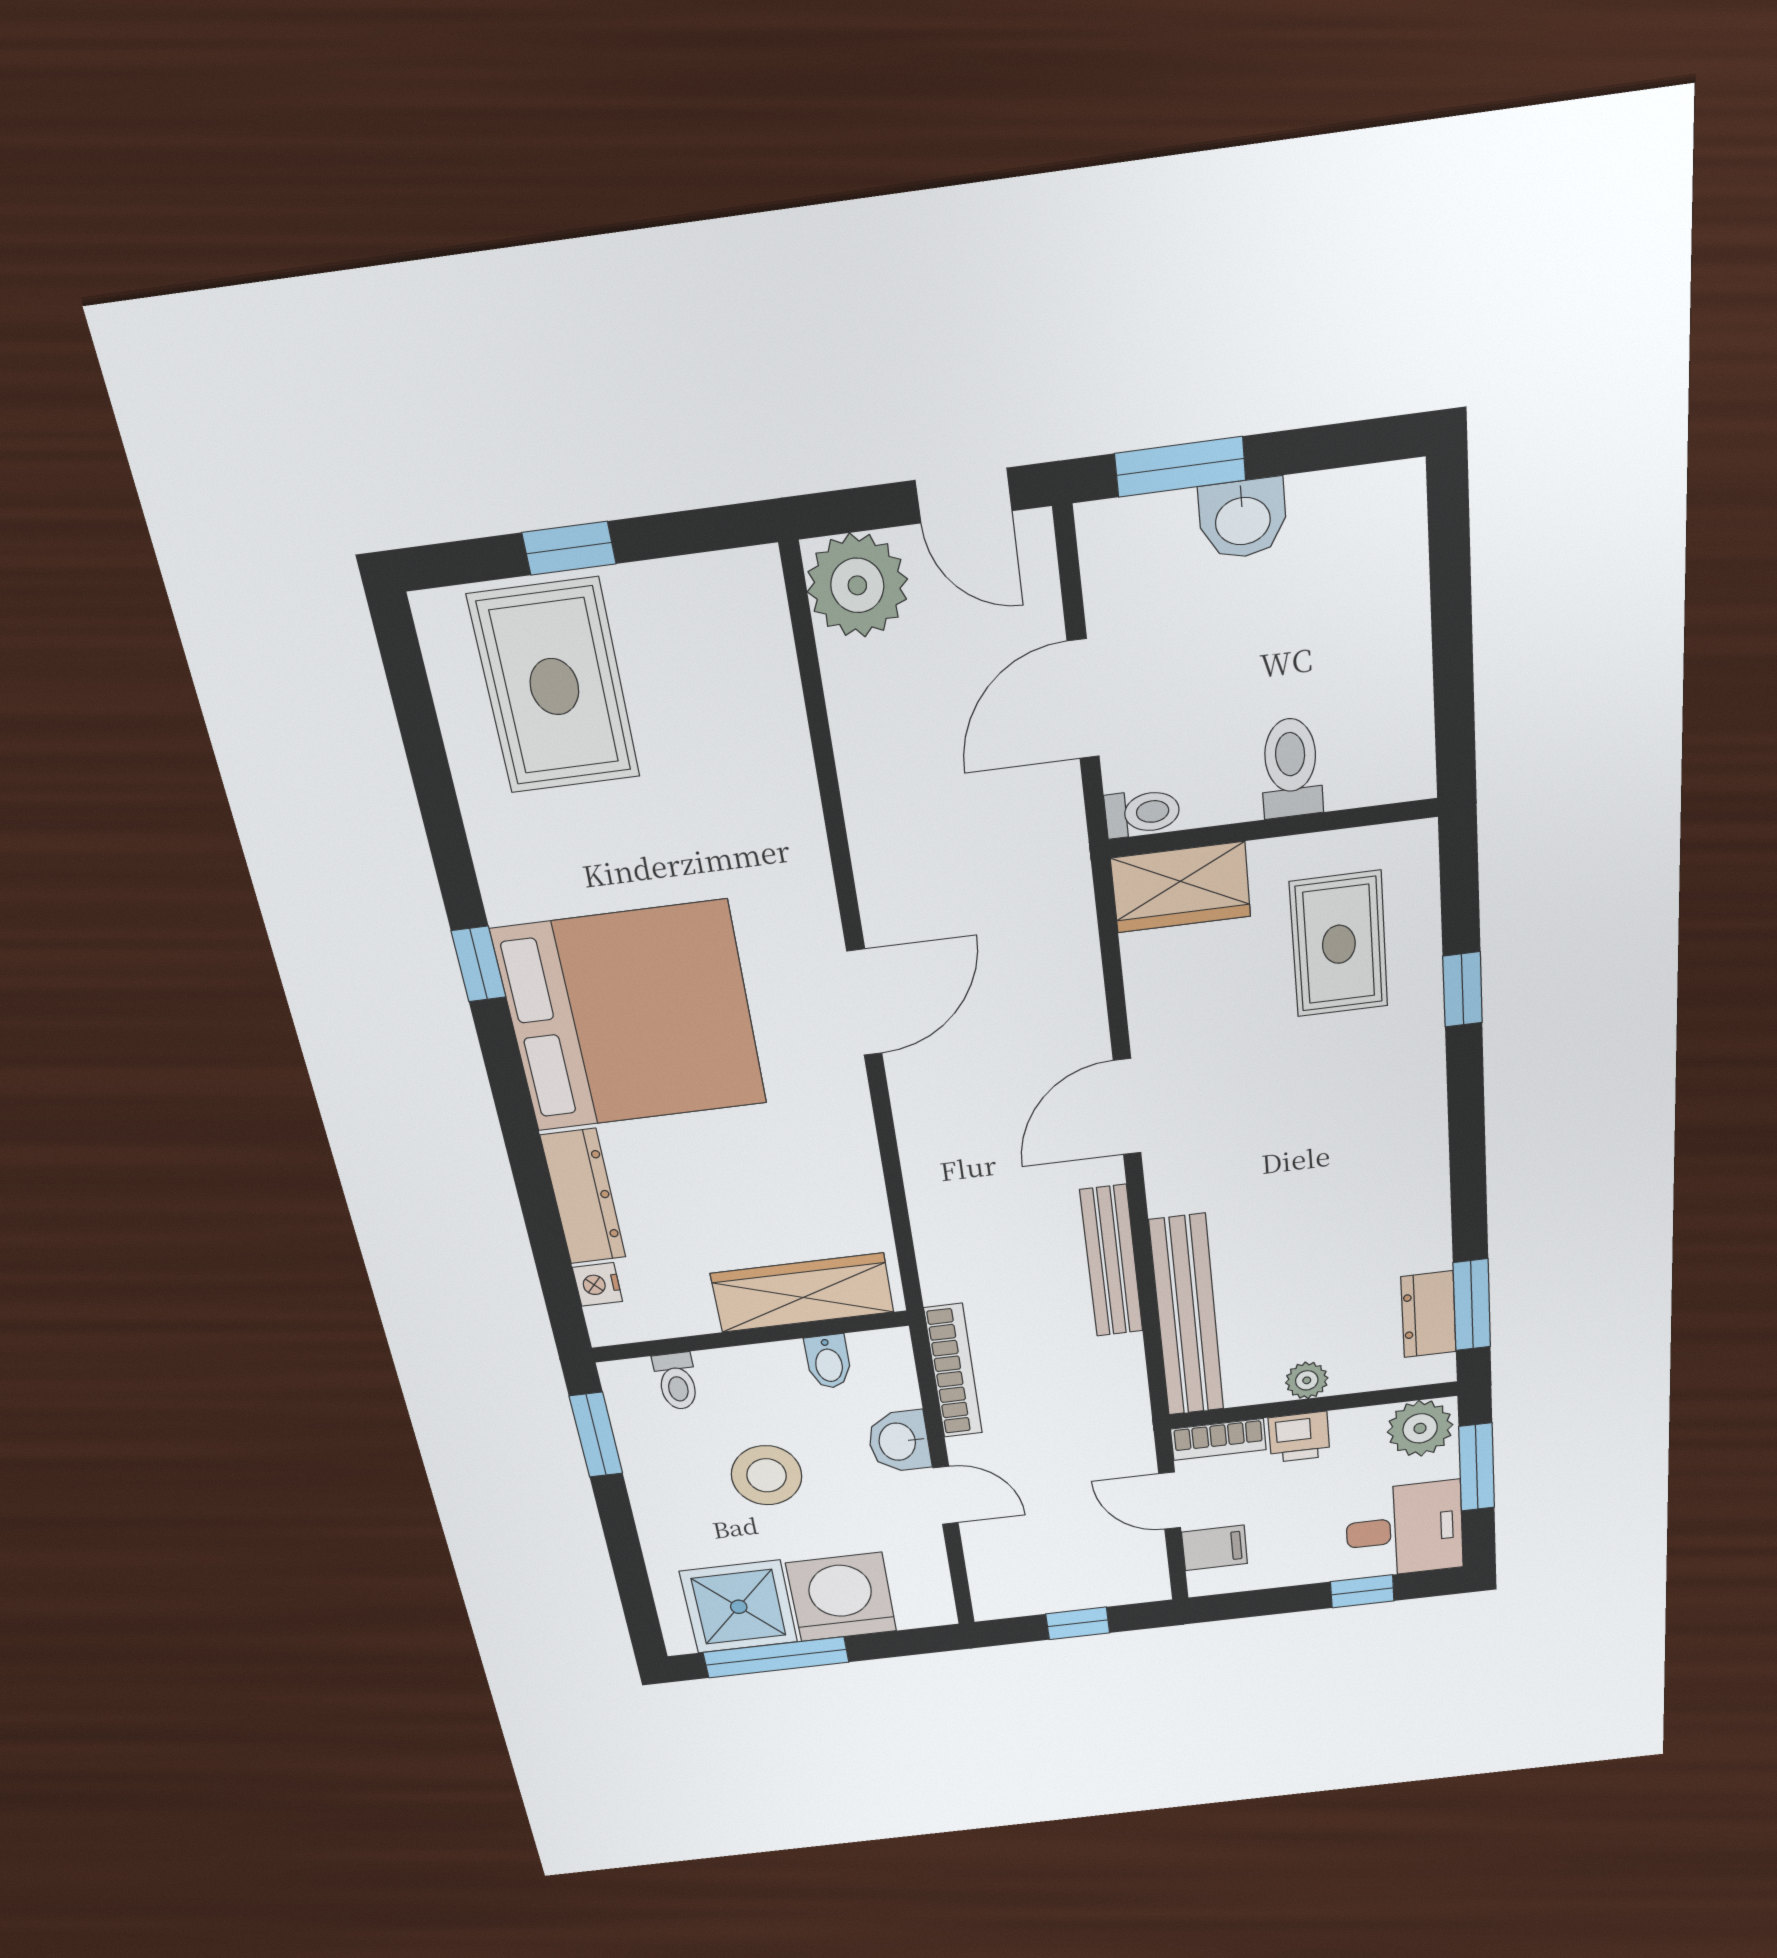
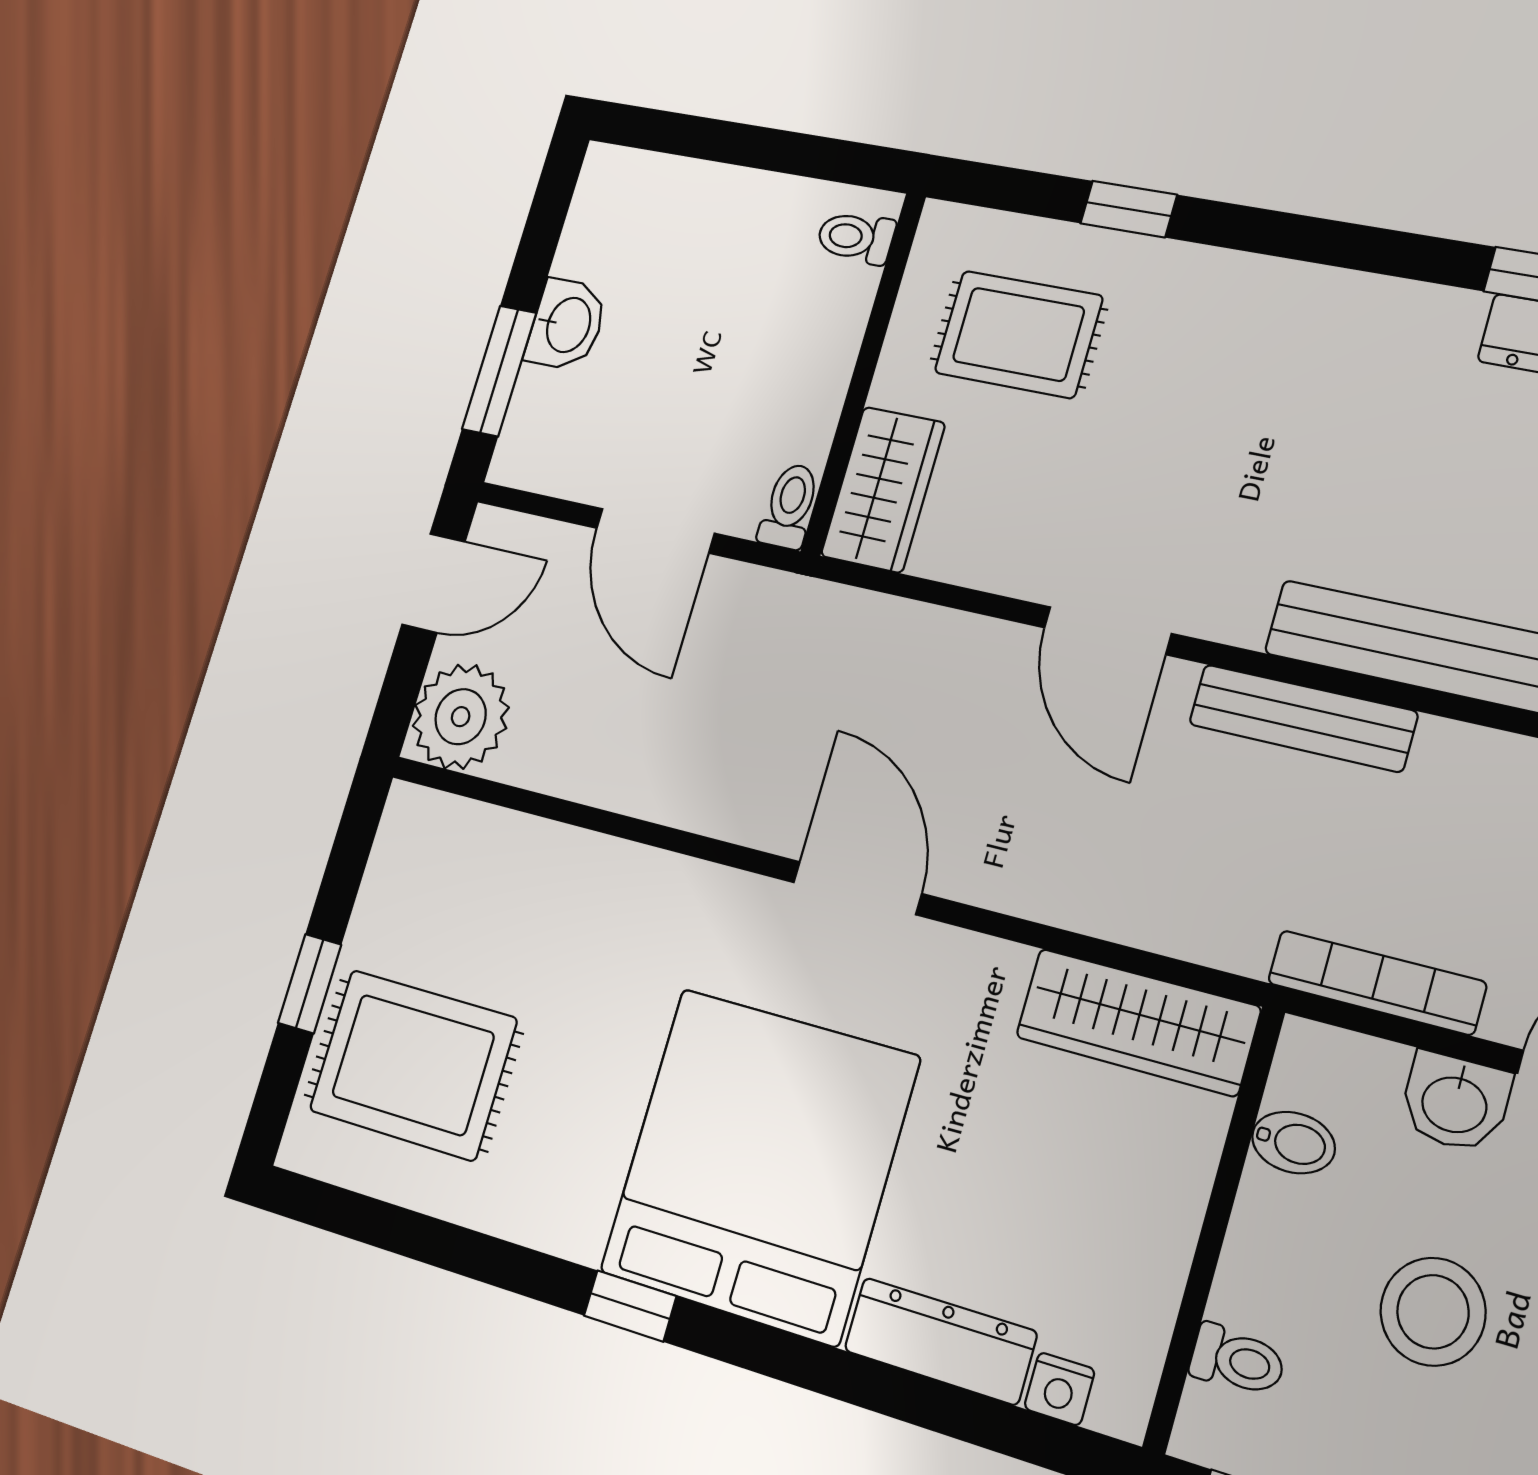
toilet: (1291, 768) -> (856, 237), moved, width x0.73, depth x0.72
wardrobe: (802, 1293) -> (1138, 1022), moved, turned -90

